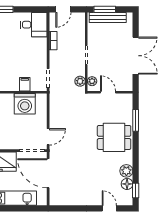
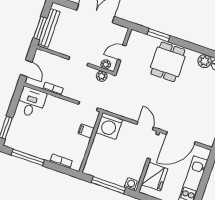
washing machine: (25, 104) -> (109, 126), moved, turned 90

